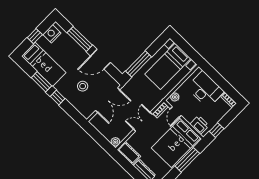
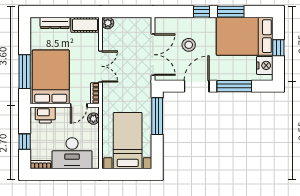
bed: (44, 64) -> (245, 36), width x1.50
double door: (108, 100) -> (153, 55), swing flipped
door: (176, 112) -> (79, 105), swing flipped
window: (217, 130) -> (25, 142), moved

